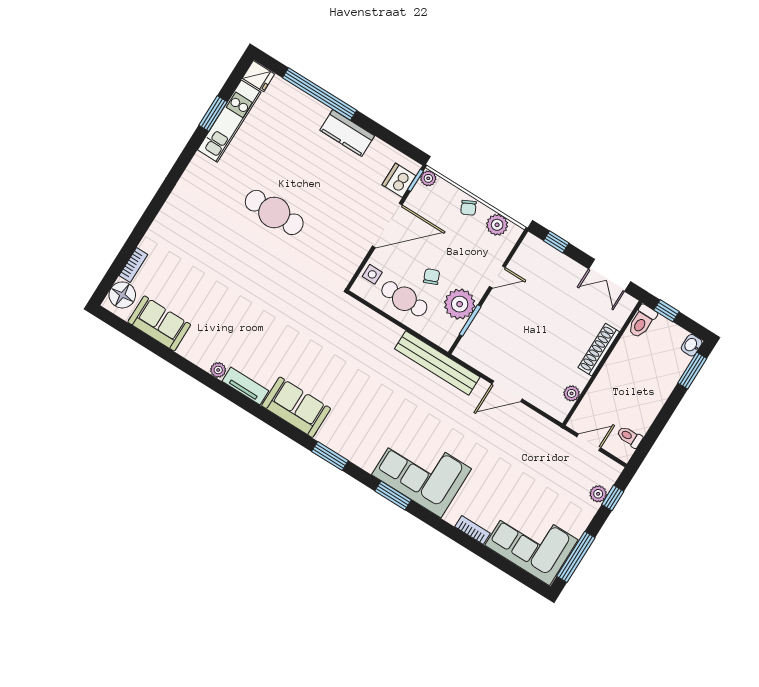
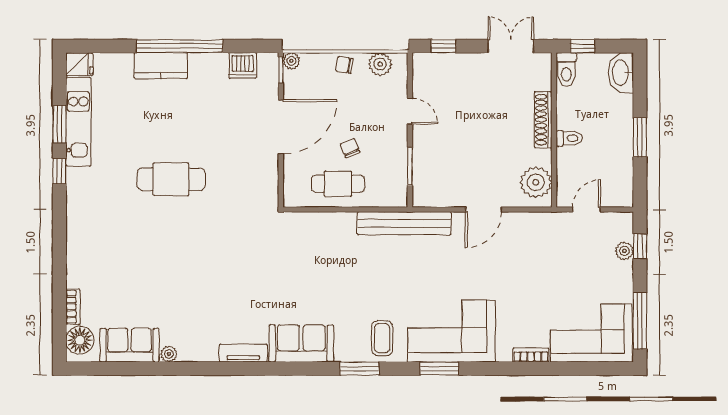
window: (320, 94) -> (180, 46), moved
kitchen counter: (347, 133) -> (161, 66), moved
window: (190, 151) -> (59, 171), added
dishwasher: (399, 180) -> (243, 65), moved, turned -90
chair: (468, 208) -> (345, 65), turned 125
side table: (372, 274) -> (295, 180), removed
double door: (610, 275) -> (511, 46), swing flipped
door: (497, 277) -> (410, 111), hinge flipped
plant: (460, 304) -> (391, 157), removed
washbasin: (692, 345) -> (621, 73), width x1.91, depth x1.45
plant: (218, 370) -> (169, 354), moved
window: (692, 371) -> (640, 137), moved
plant: (572, 393) -> (536, 182), width x1.87, depth x1.87
toilet: (630, 437) -> (569, 138), moved, turned 180
coffee table: (363, 443) -> (382, 338), added

